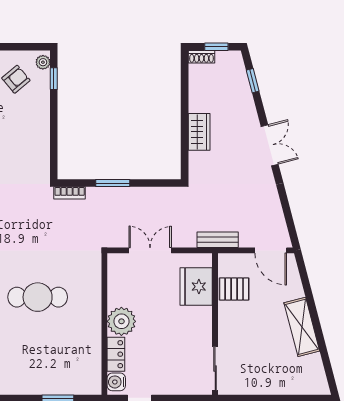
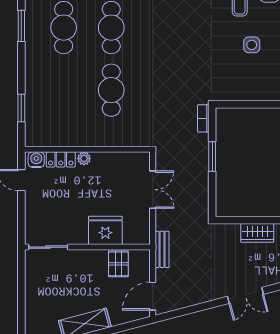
fridge: (196, 287) -> (105, 230), moved
plant: (121, 321) -> (84, 158), width x0.53, depth x0.53

